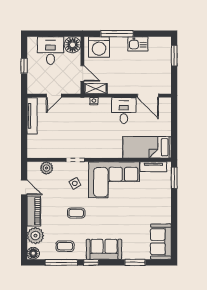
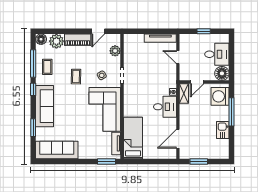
window: (174, 56) -> (199, 162), moved
desk: (124, 111) -> (165, 107), moved
sofa: (161, 242) -> (57, 150), width x1.36
sofa: (104, 249) -> (45, 106), width x1.36

